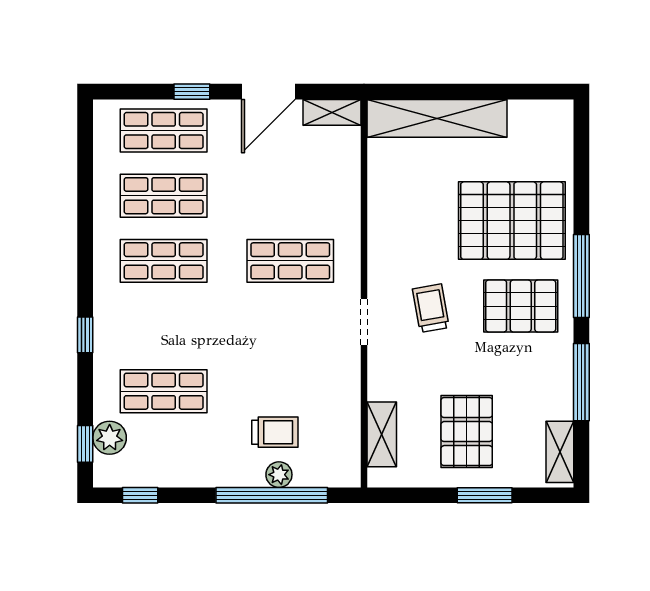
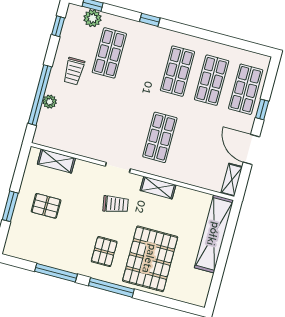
pallet: (521, 306) -> (104, 252), width x0.67, depth x0.71
trolley: (275, 432) -> (74, 71), moved
pallet: (467, 432) -> (46, 206), width x0.67, depth x0.71
shelving: (560, 452) -> (158, 188), moved

